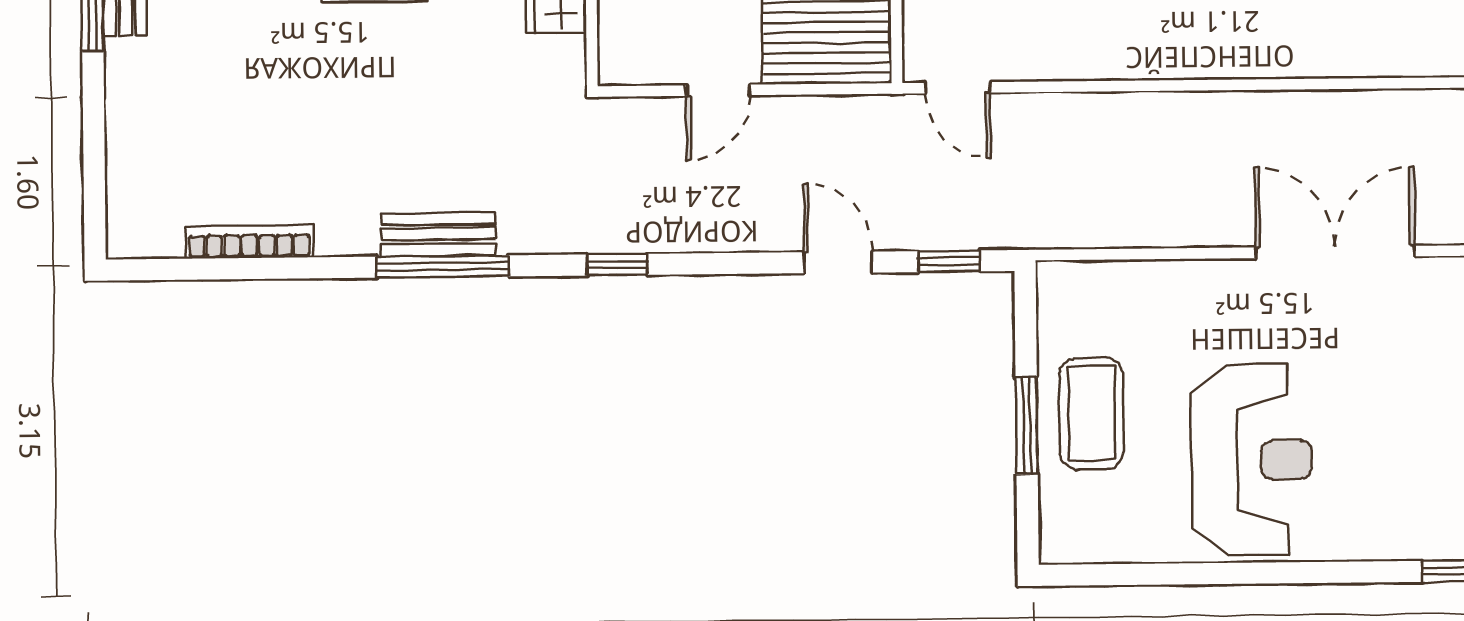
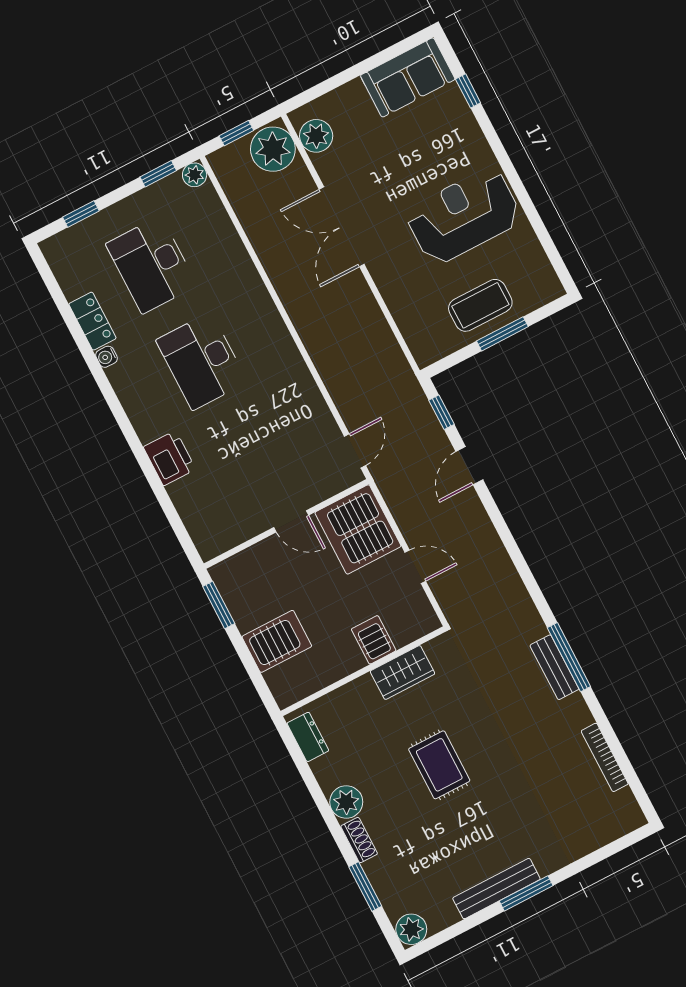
window: (617, 265) -> (525, 573), removed

